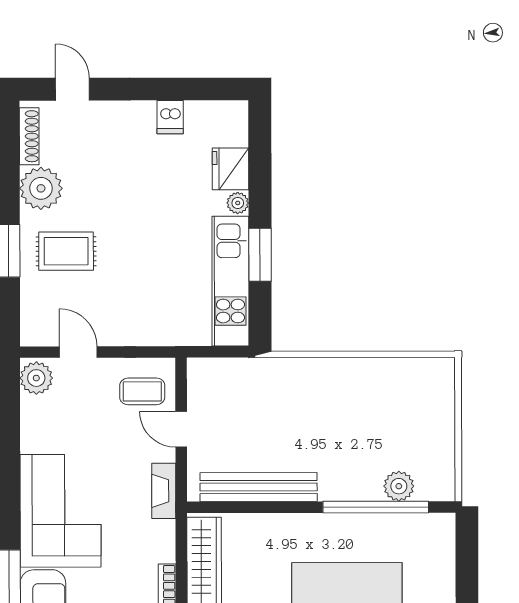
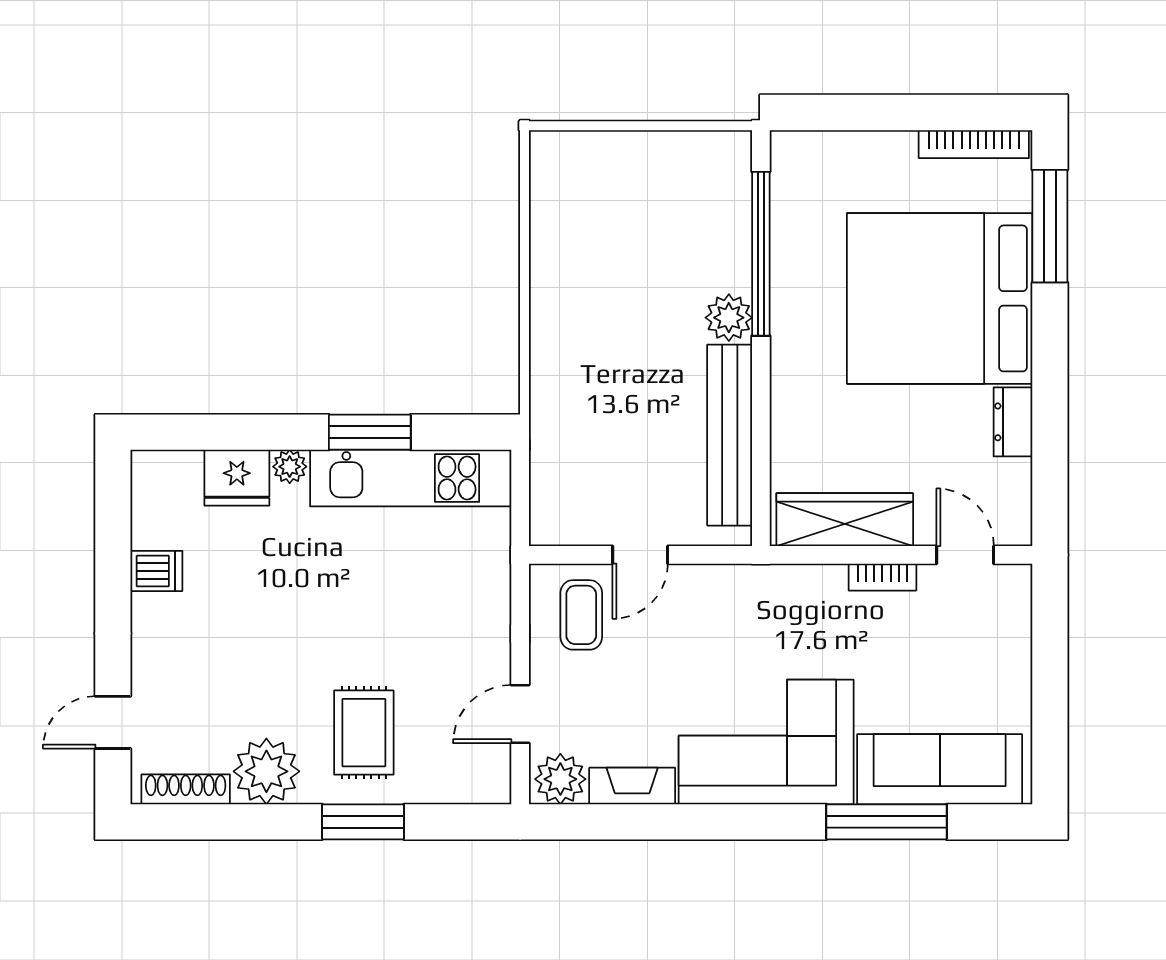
plant: (399, 486) -> (729, 318), moved
fireplace: (164, 491) -> (632, 786), moved, turned 180

